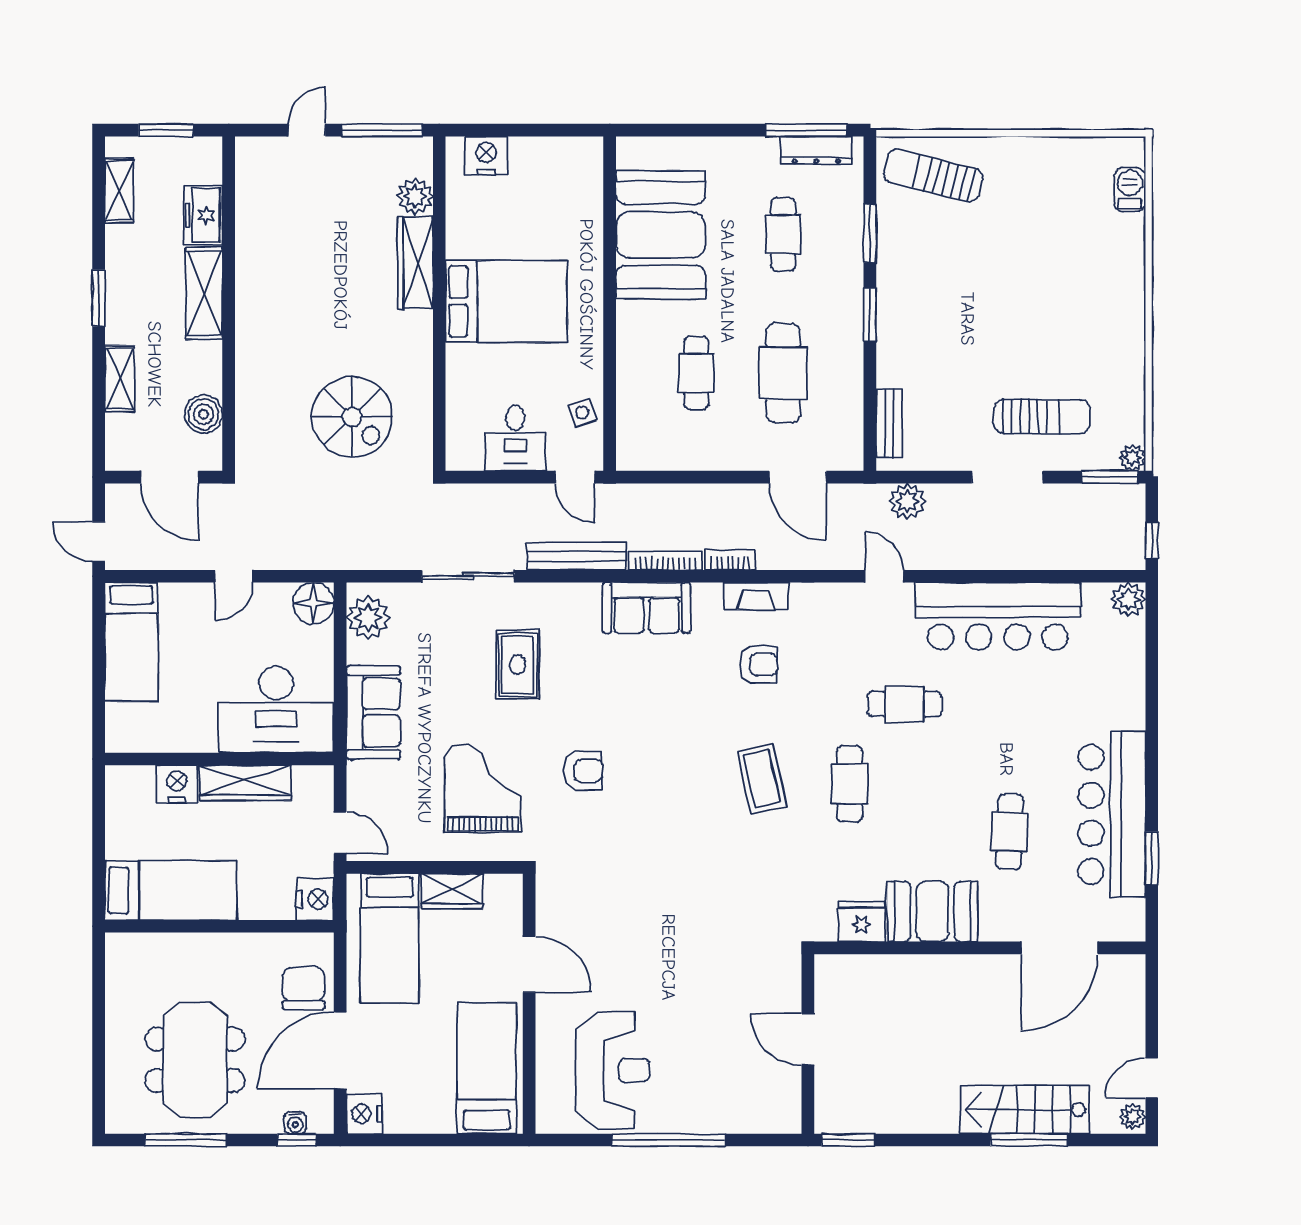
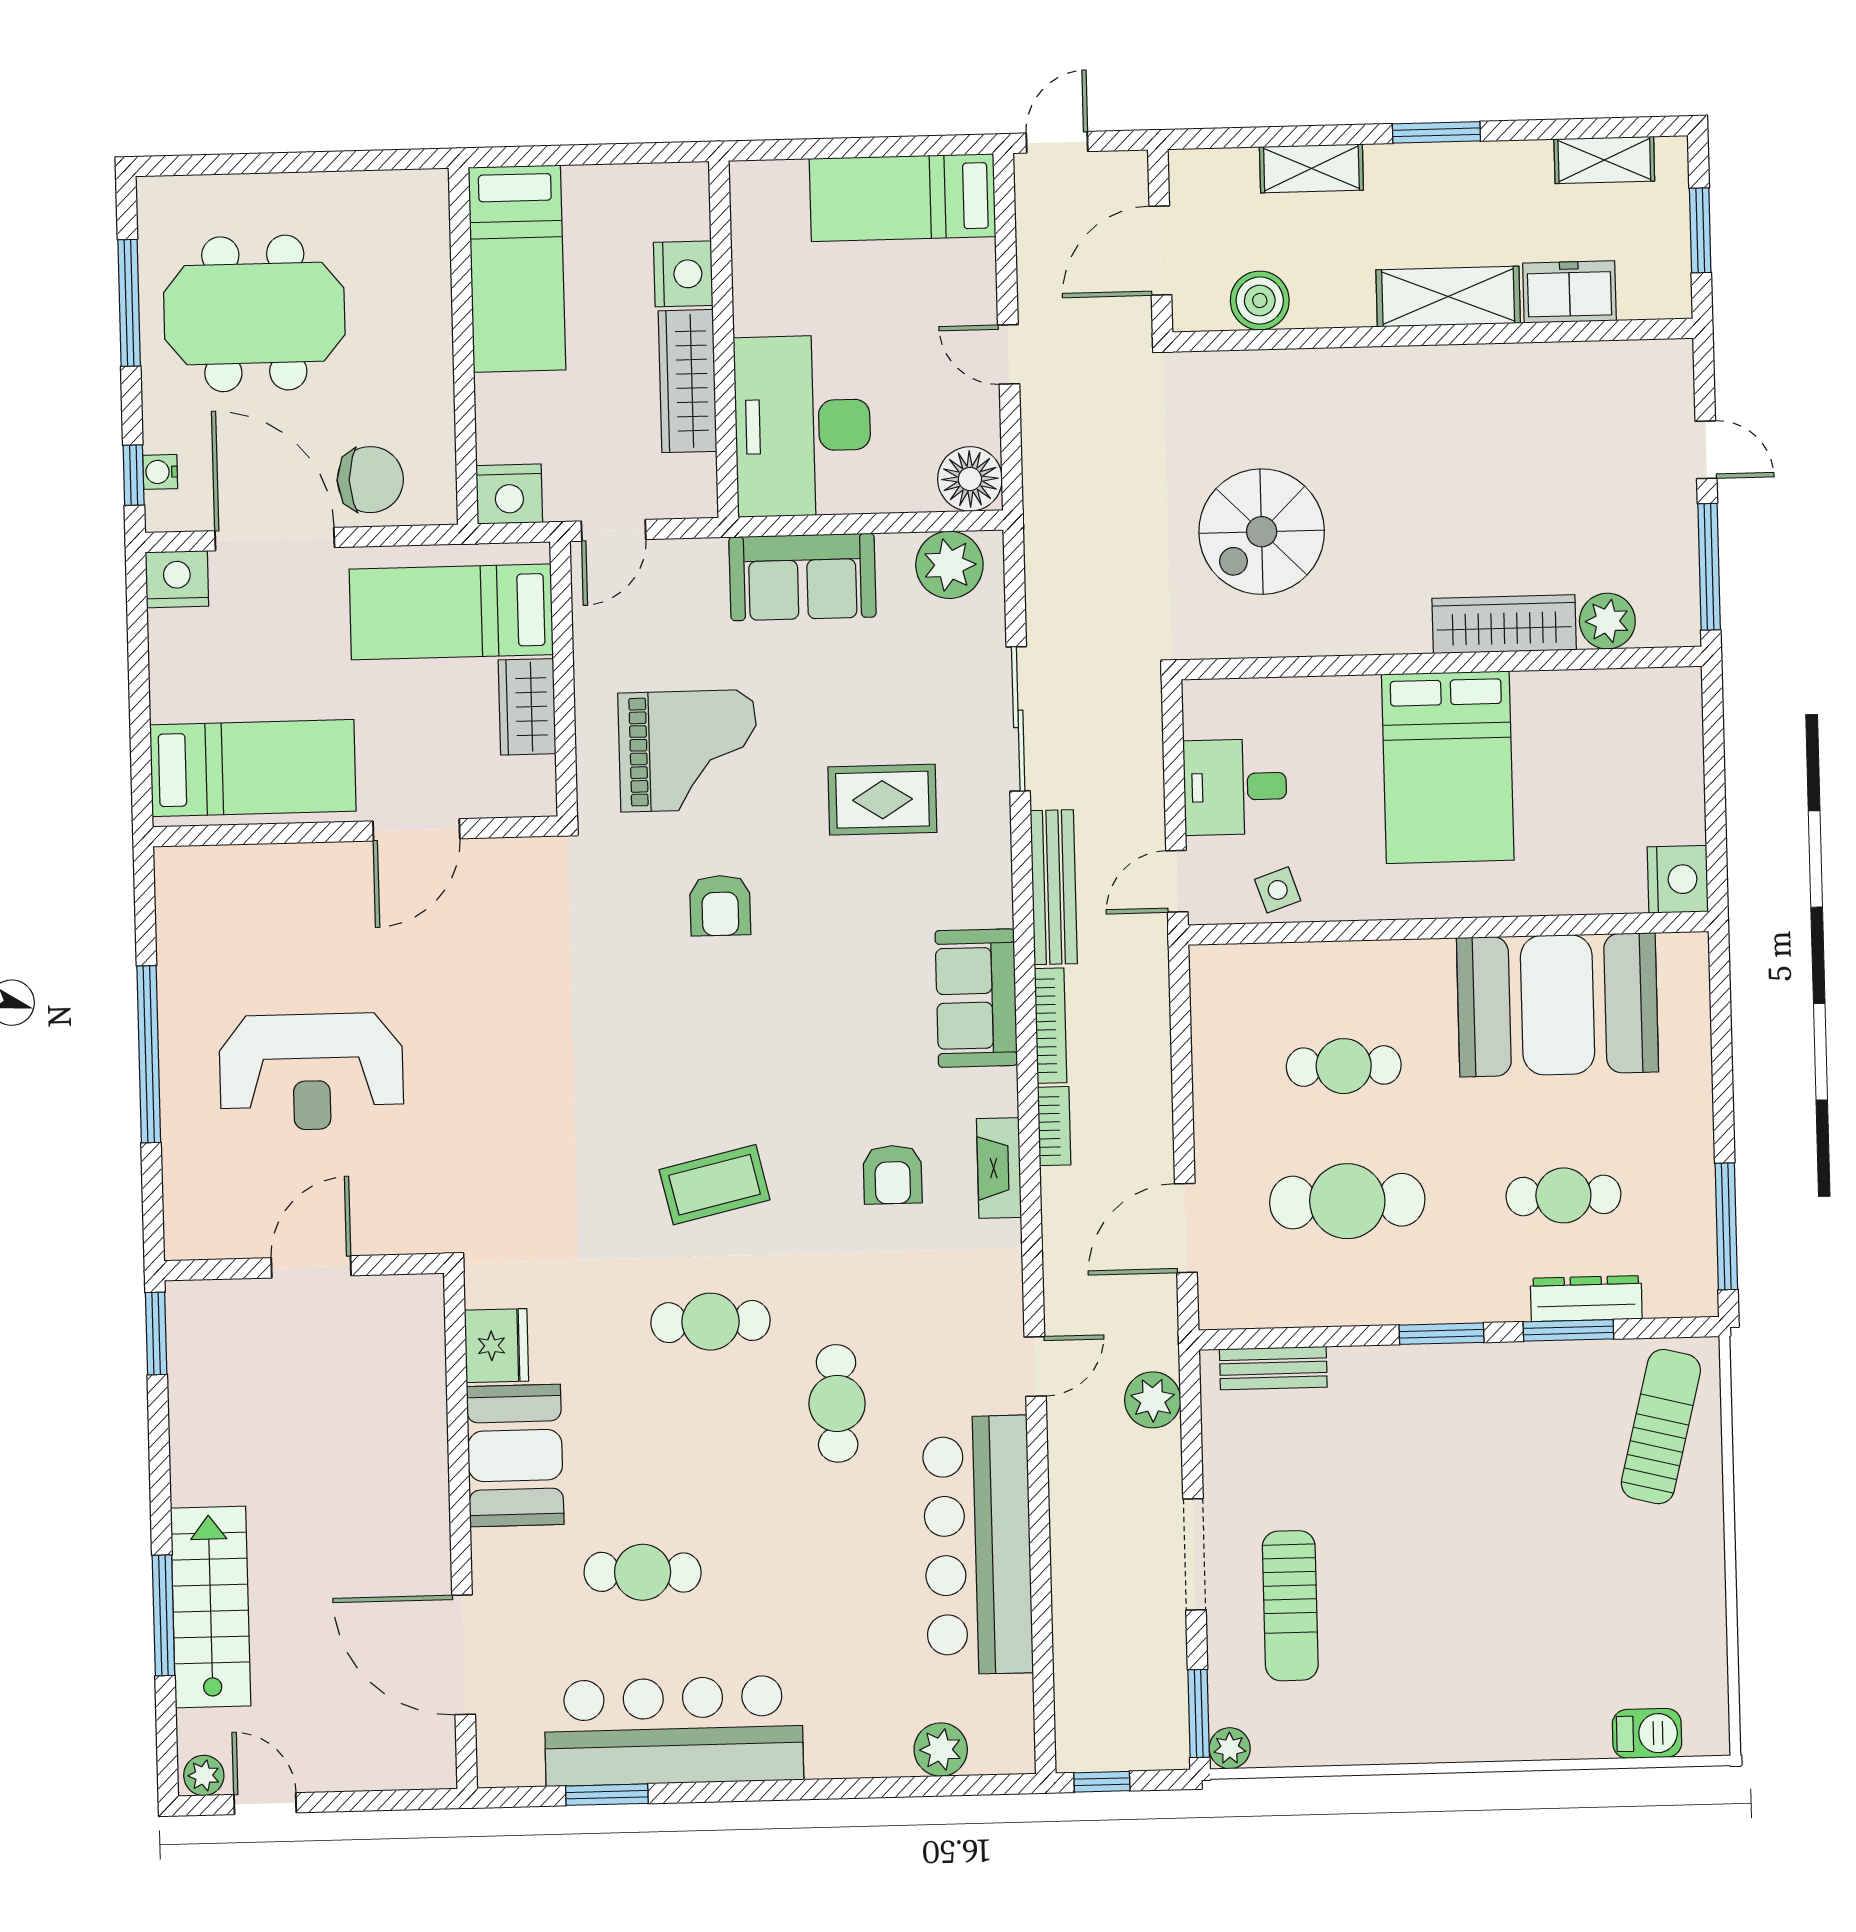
dresser: (816, 150) -> (1586, 1299), moved, turned 90
nightstand: (486, 156) -> (1678, 879), moved
plant: (1128, 600) -> (941, 1750), moved
reception desk: (613, 1070) -> (311, 1072), moved

